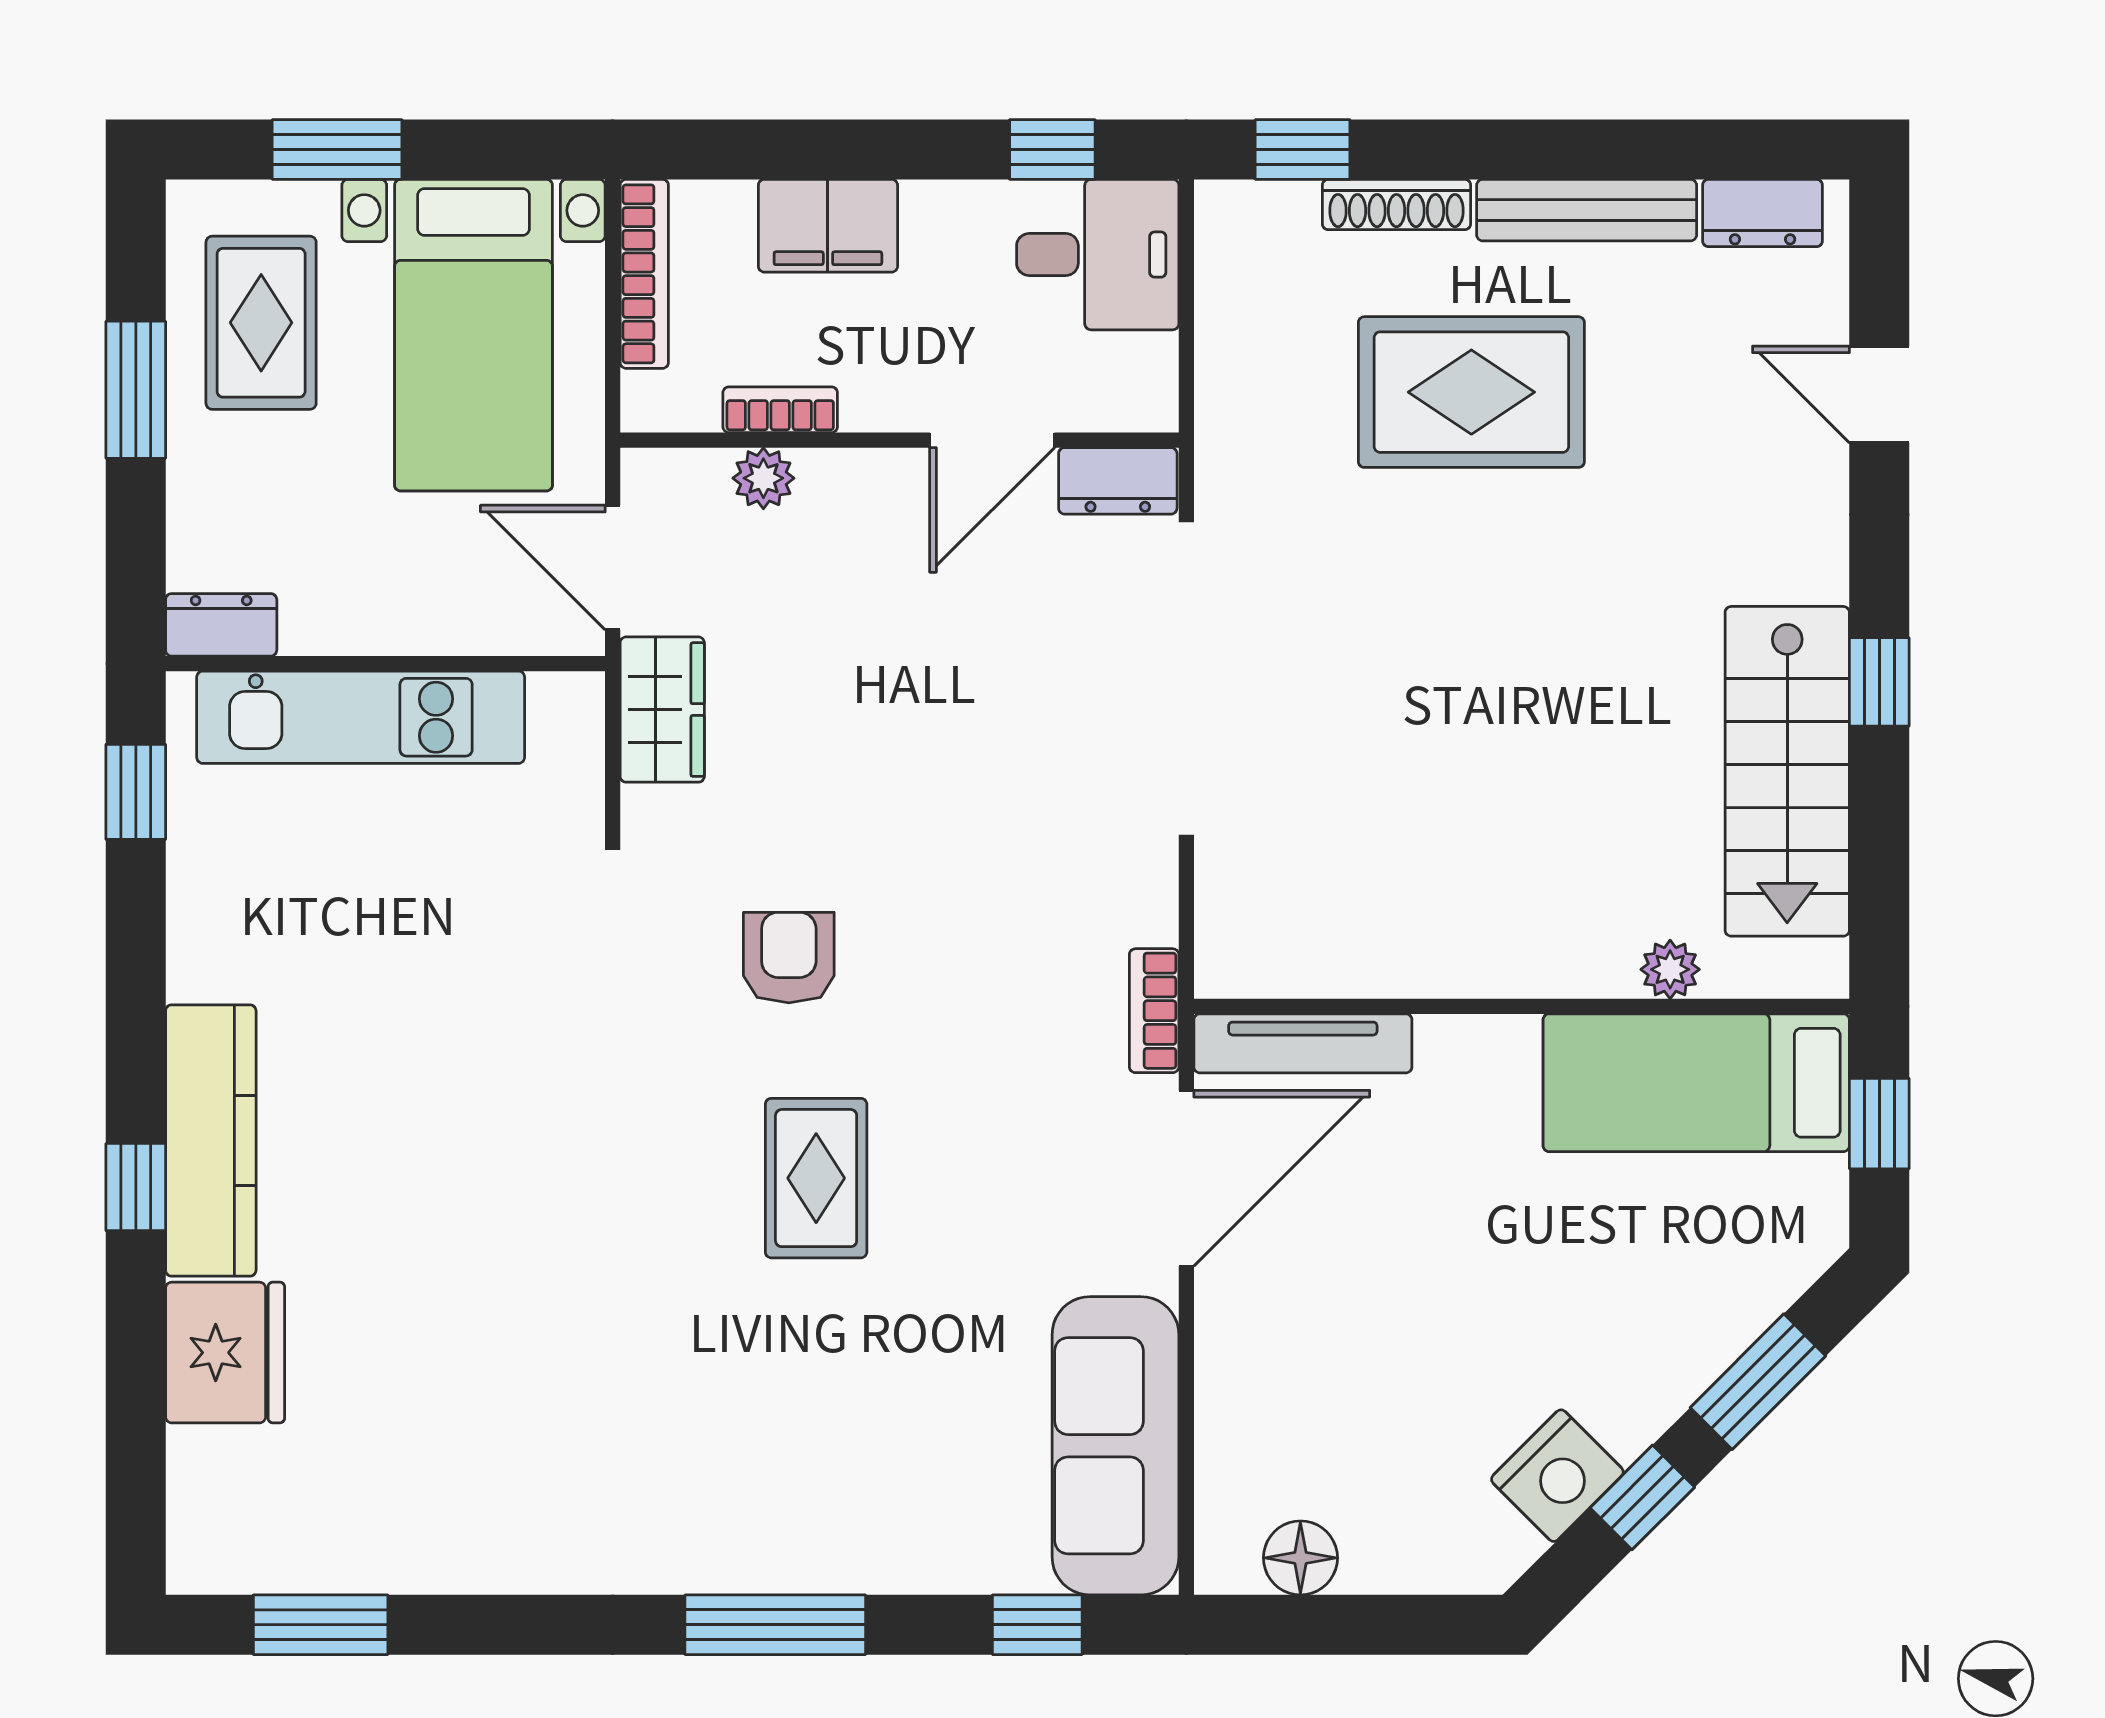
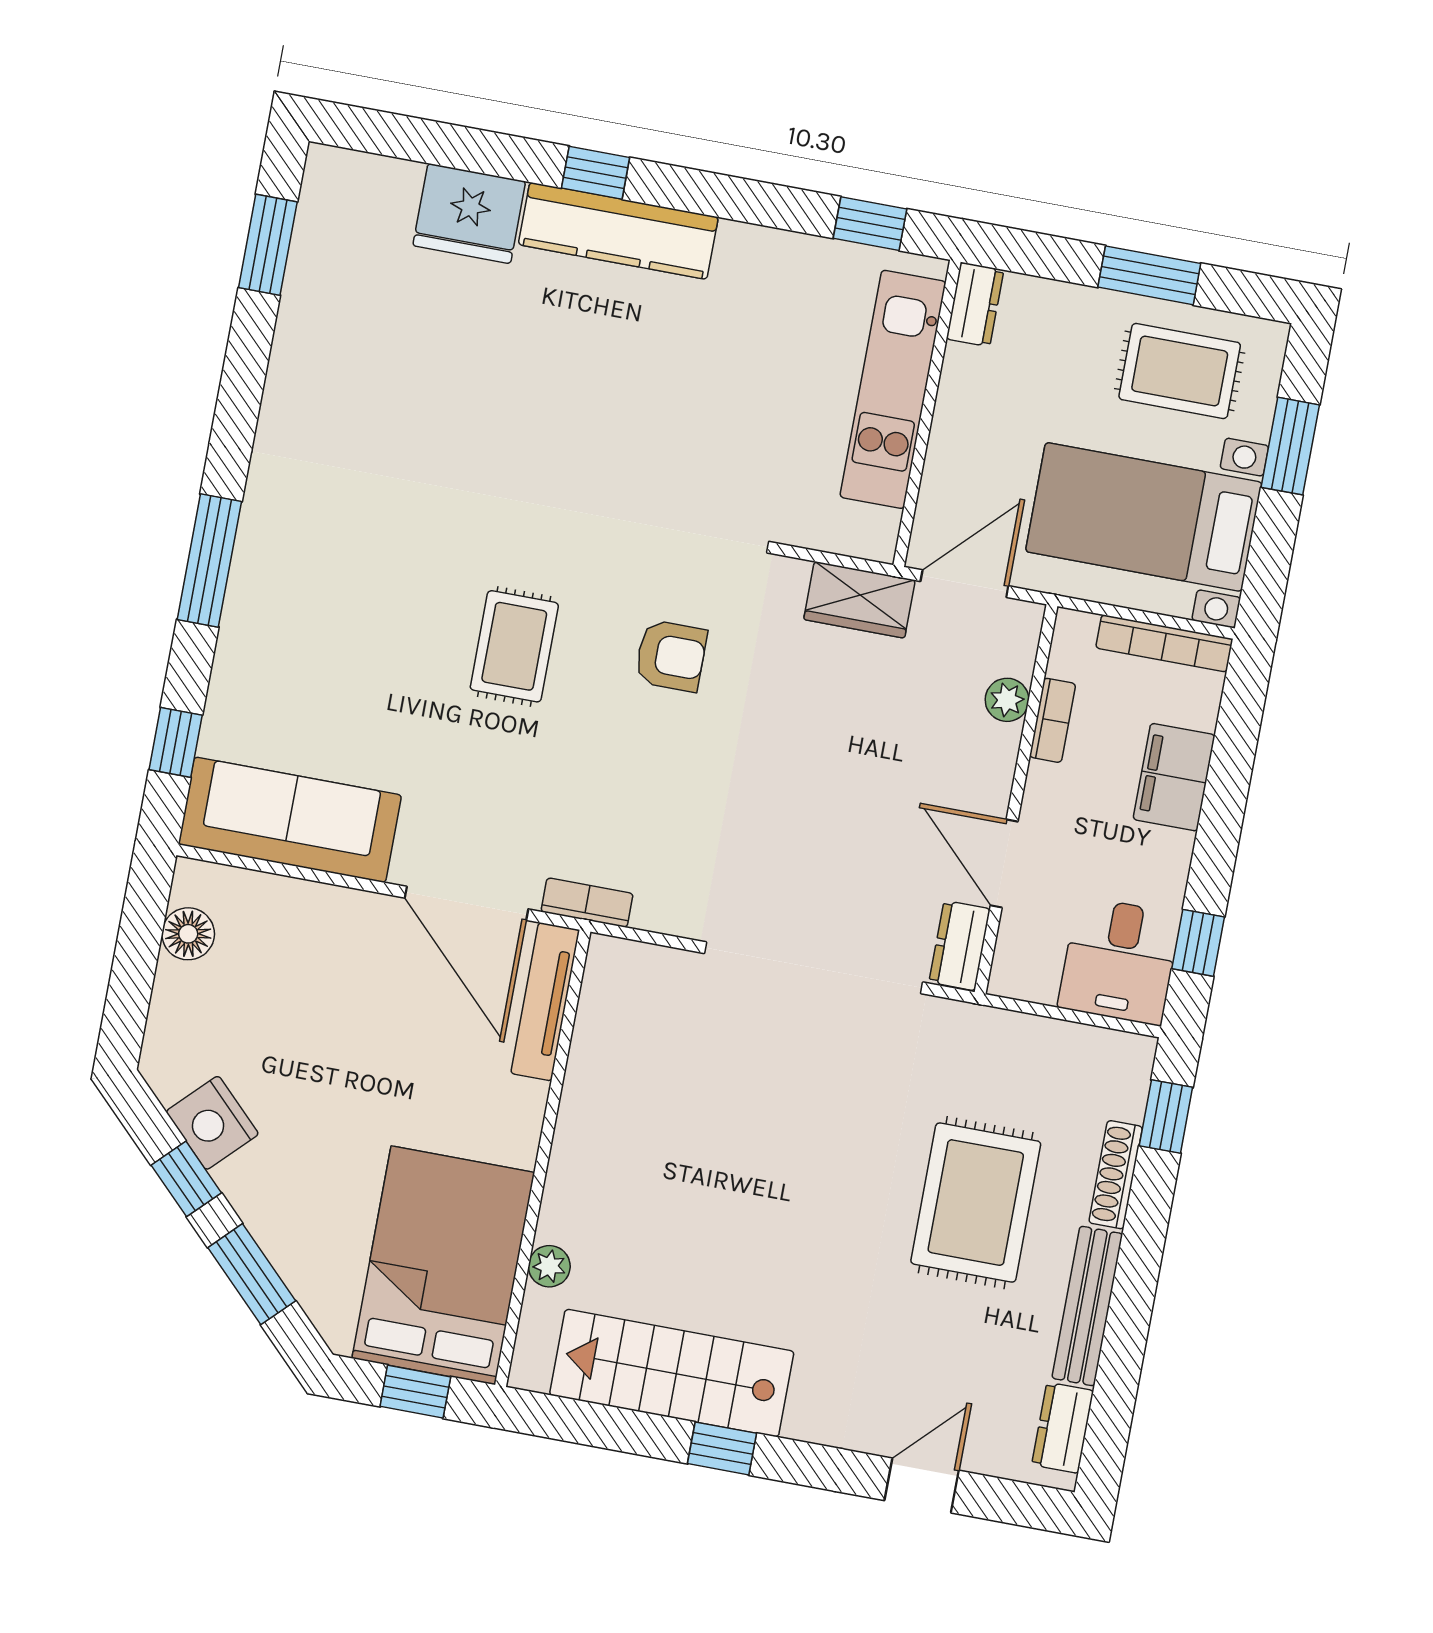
bed: (1696, 1083) -> (443, 1265), width x1.50
rug: (816, 1178) -> (514, 646), turned 90

